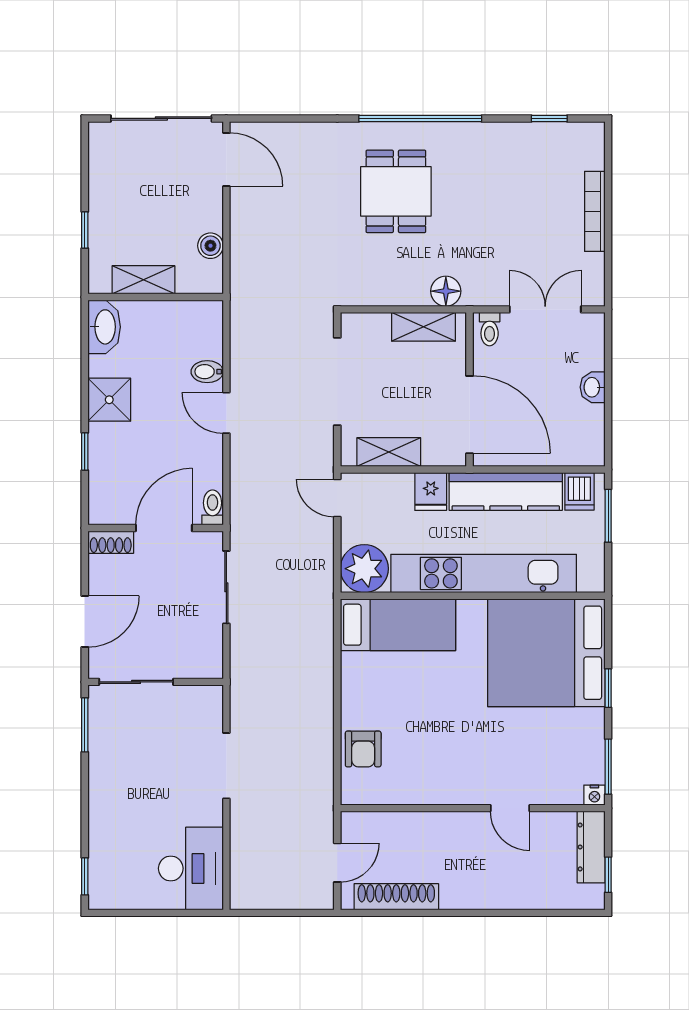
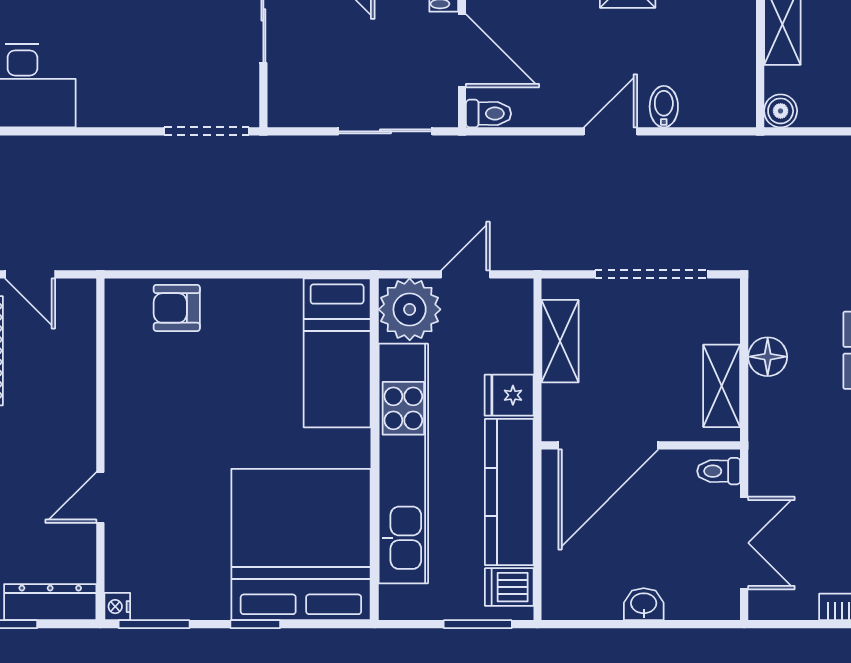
boiler: (210, 246) -> (781, 111), moved
floor lamp: (446, 291) -> (768, 357), moved
door: (337, 498) -> (465, 274), moved
doorway: (226, 766) -> (207, 131), moved

